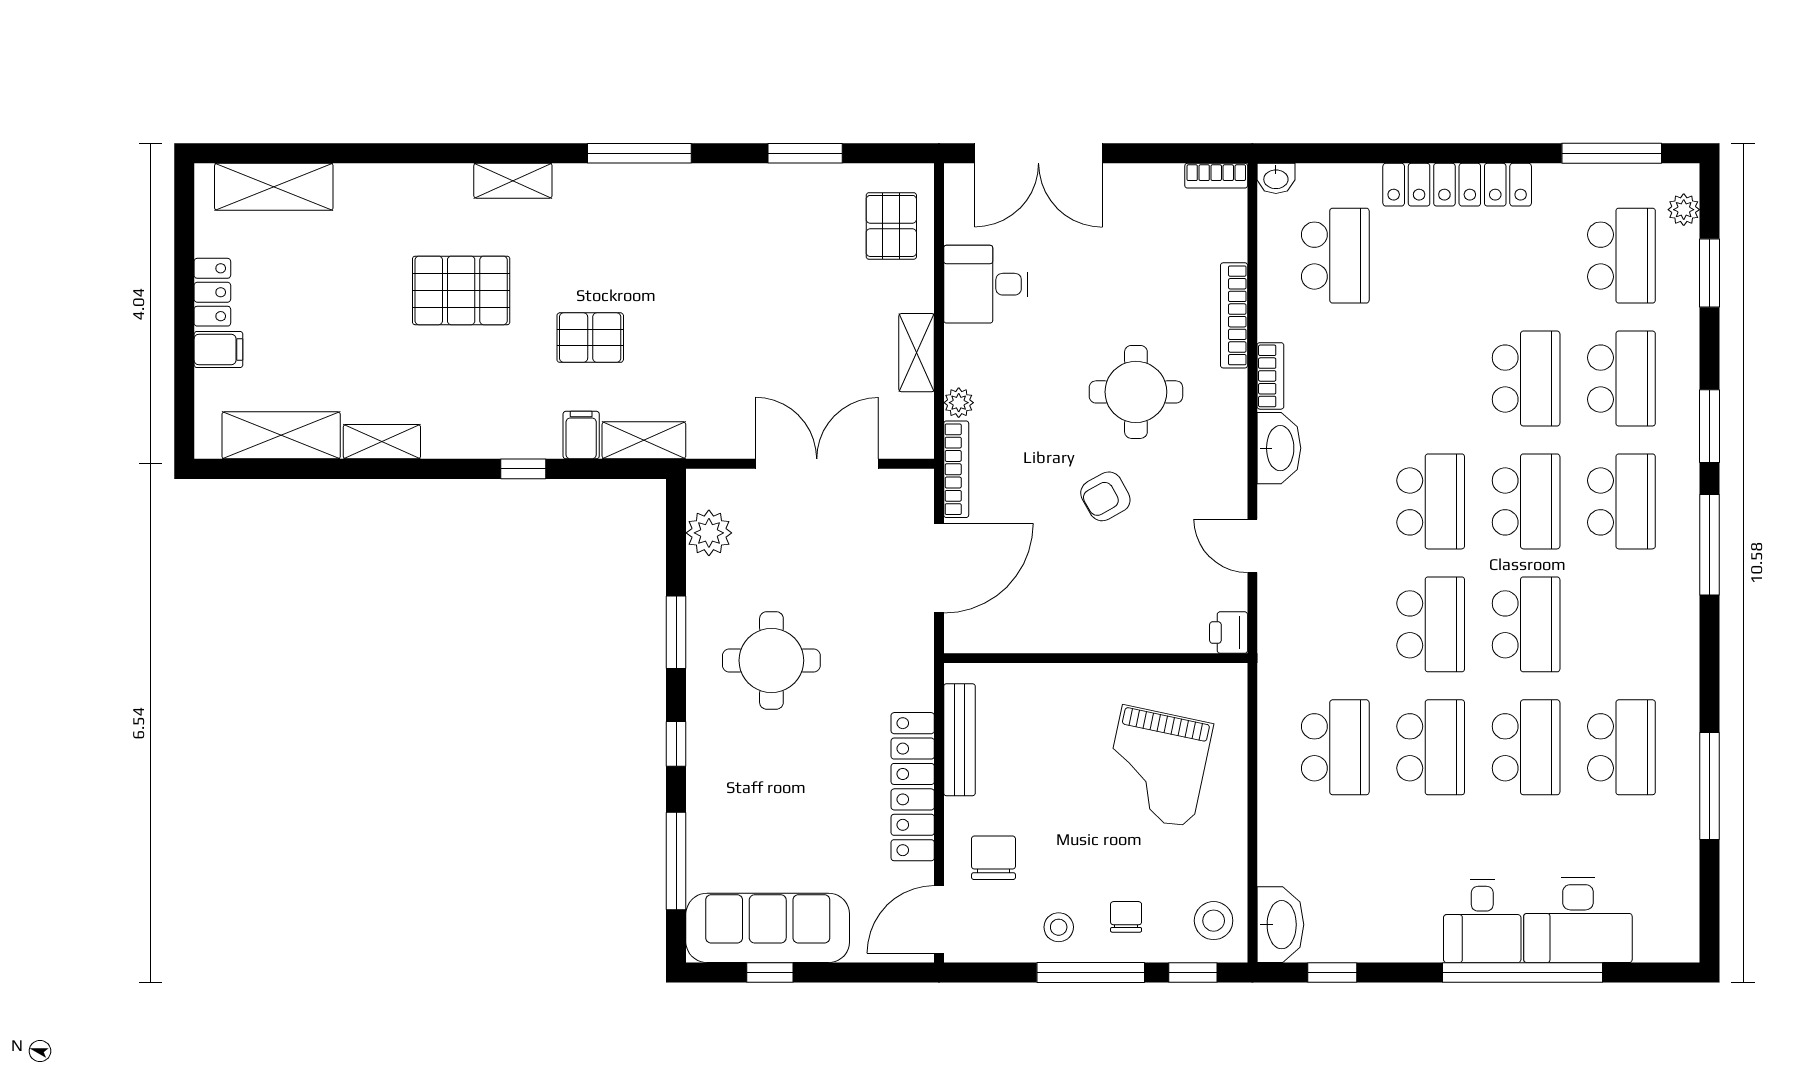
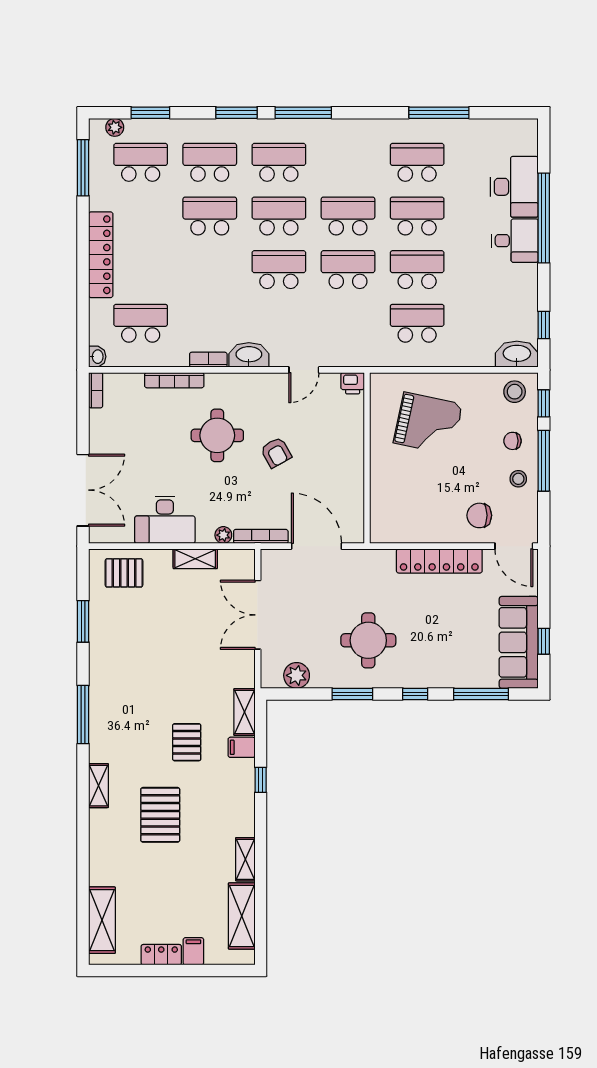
desk: (986, 284) -> (165, 520), width x1.37
bench: (959, 740) -> (413, 535), removed

